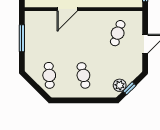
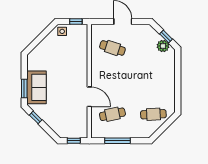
cafe table: (83, 75) -> (112, 114), moved

